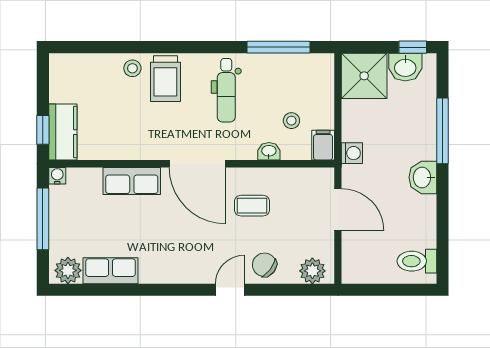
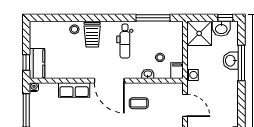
washbasin: (423, 177) -> (231, 61), moved

